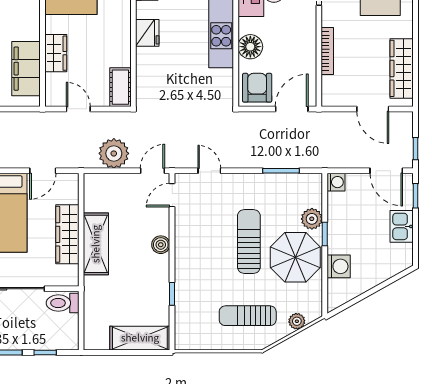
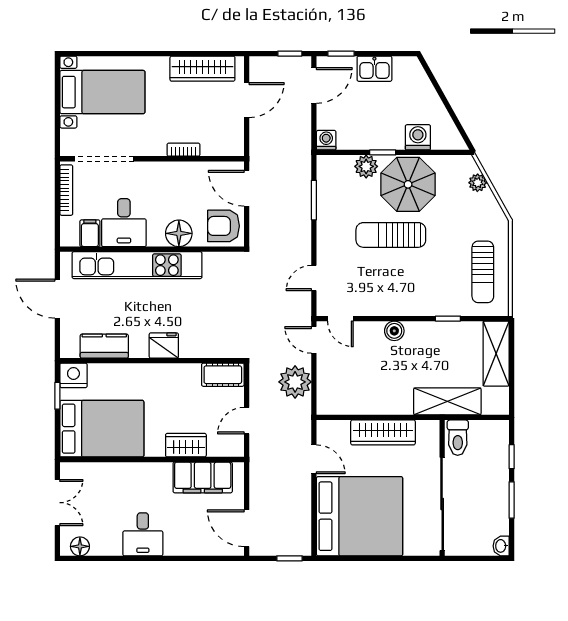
bookcase: (327, 51) -> (183, 150), width x0.64
shelving: (96, 244) -> (447, 401), moved
sun lounger: (248, 316) -> (483, 272), moved

